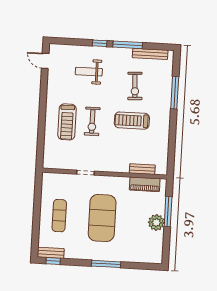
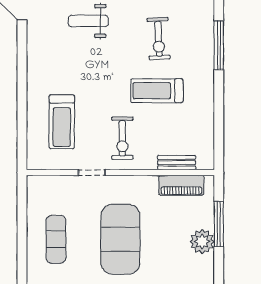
exercise bike: (92, 121) -> (122, 138), moved
treadmill: (67, 122) -> (62, 122), moved

